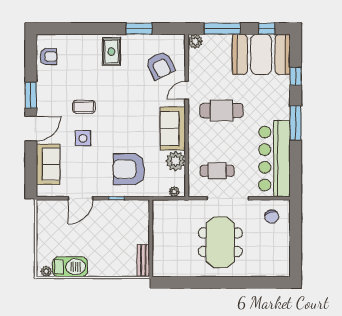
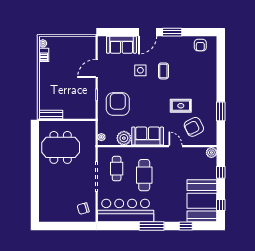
window: (222, 29) -> (221, 172), width x0.46
rug: (111, 52) -> (181, 106), moved
cafe table: (222, 111) -> (144, 175), moved
door: (31, 129) -> (148, 32), hinge flipped
door: (80, 198) -> (97, 68), hinge flipped
meeting table: (220, 242) -> (61, 147), moved
barbecue: (70, 267) -> (44, 55), width x0.53, depth x0.65

